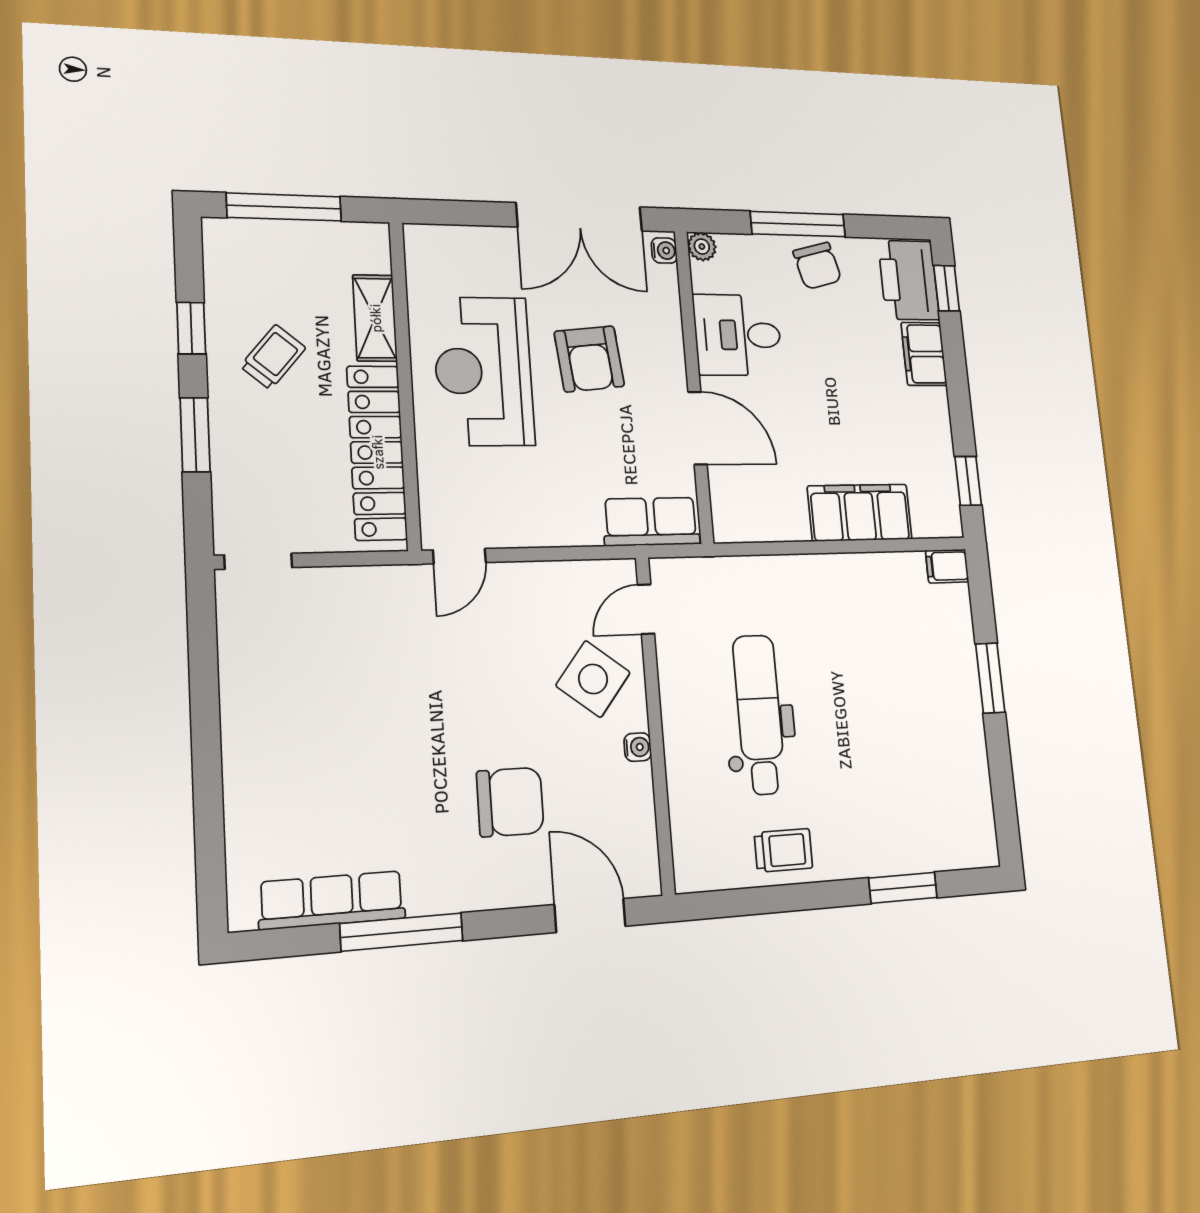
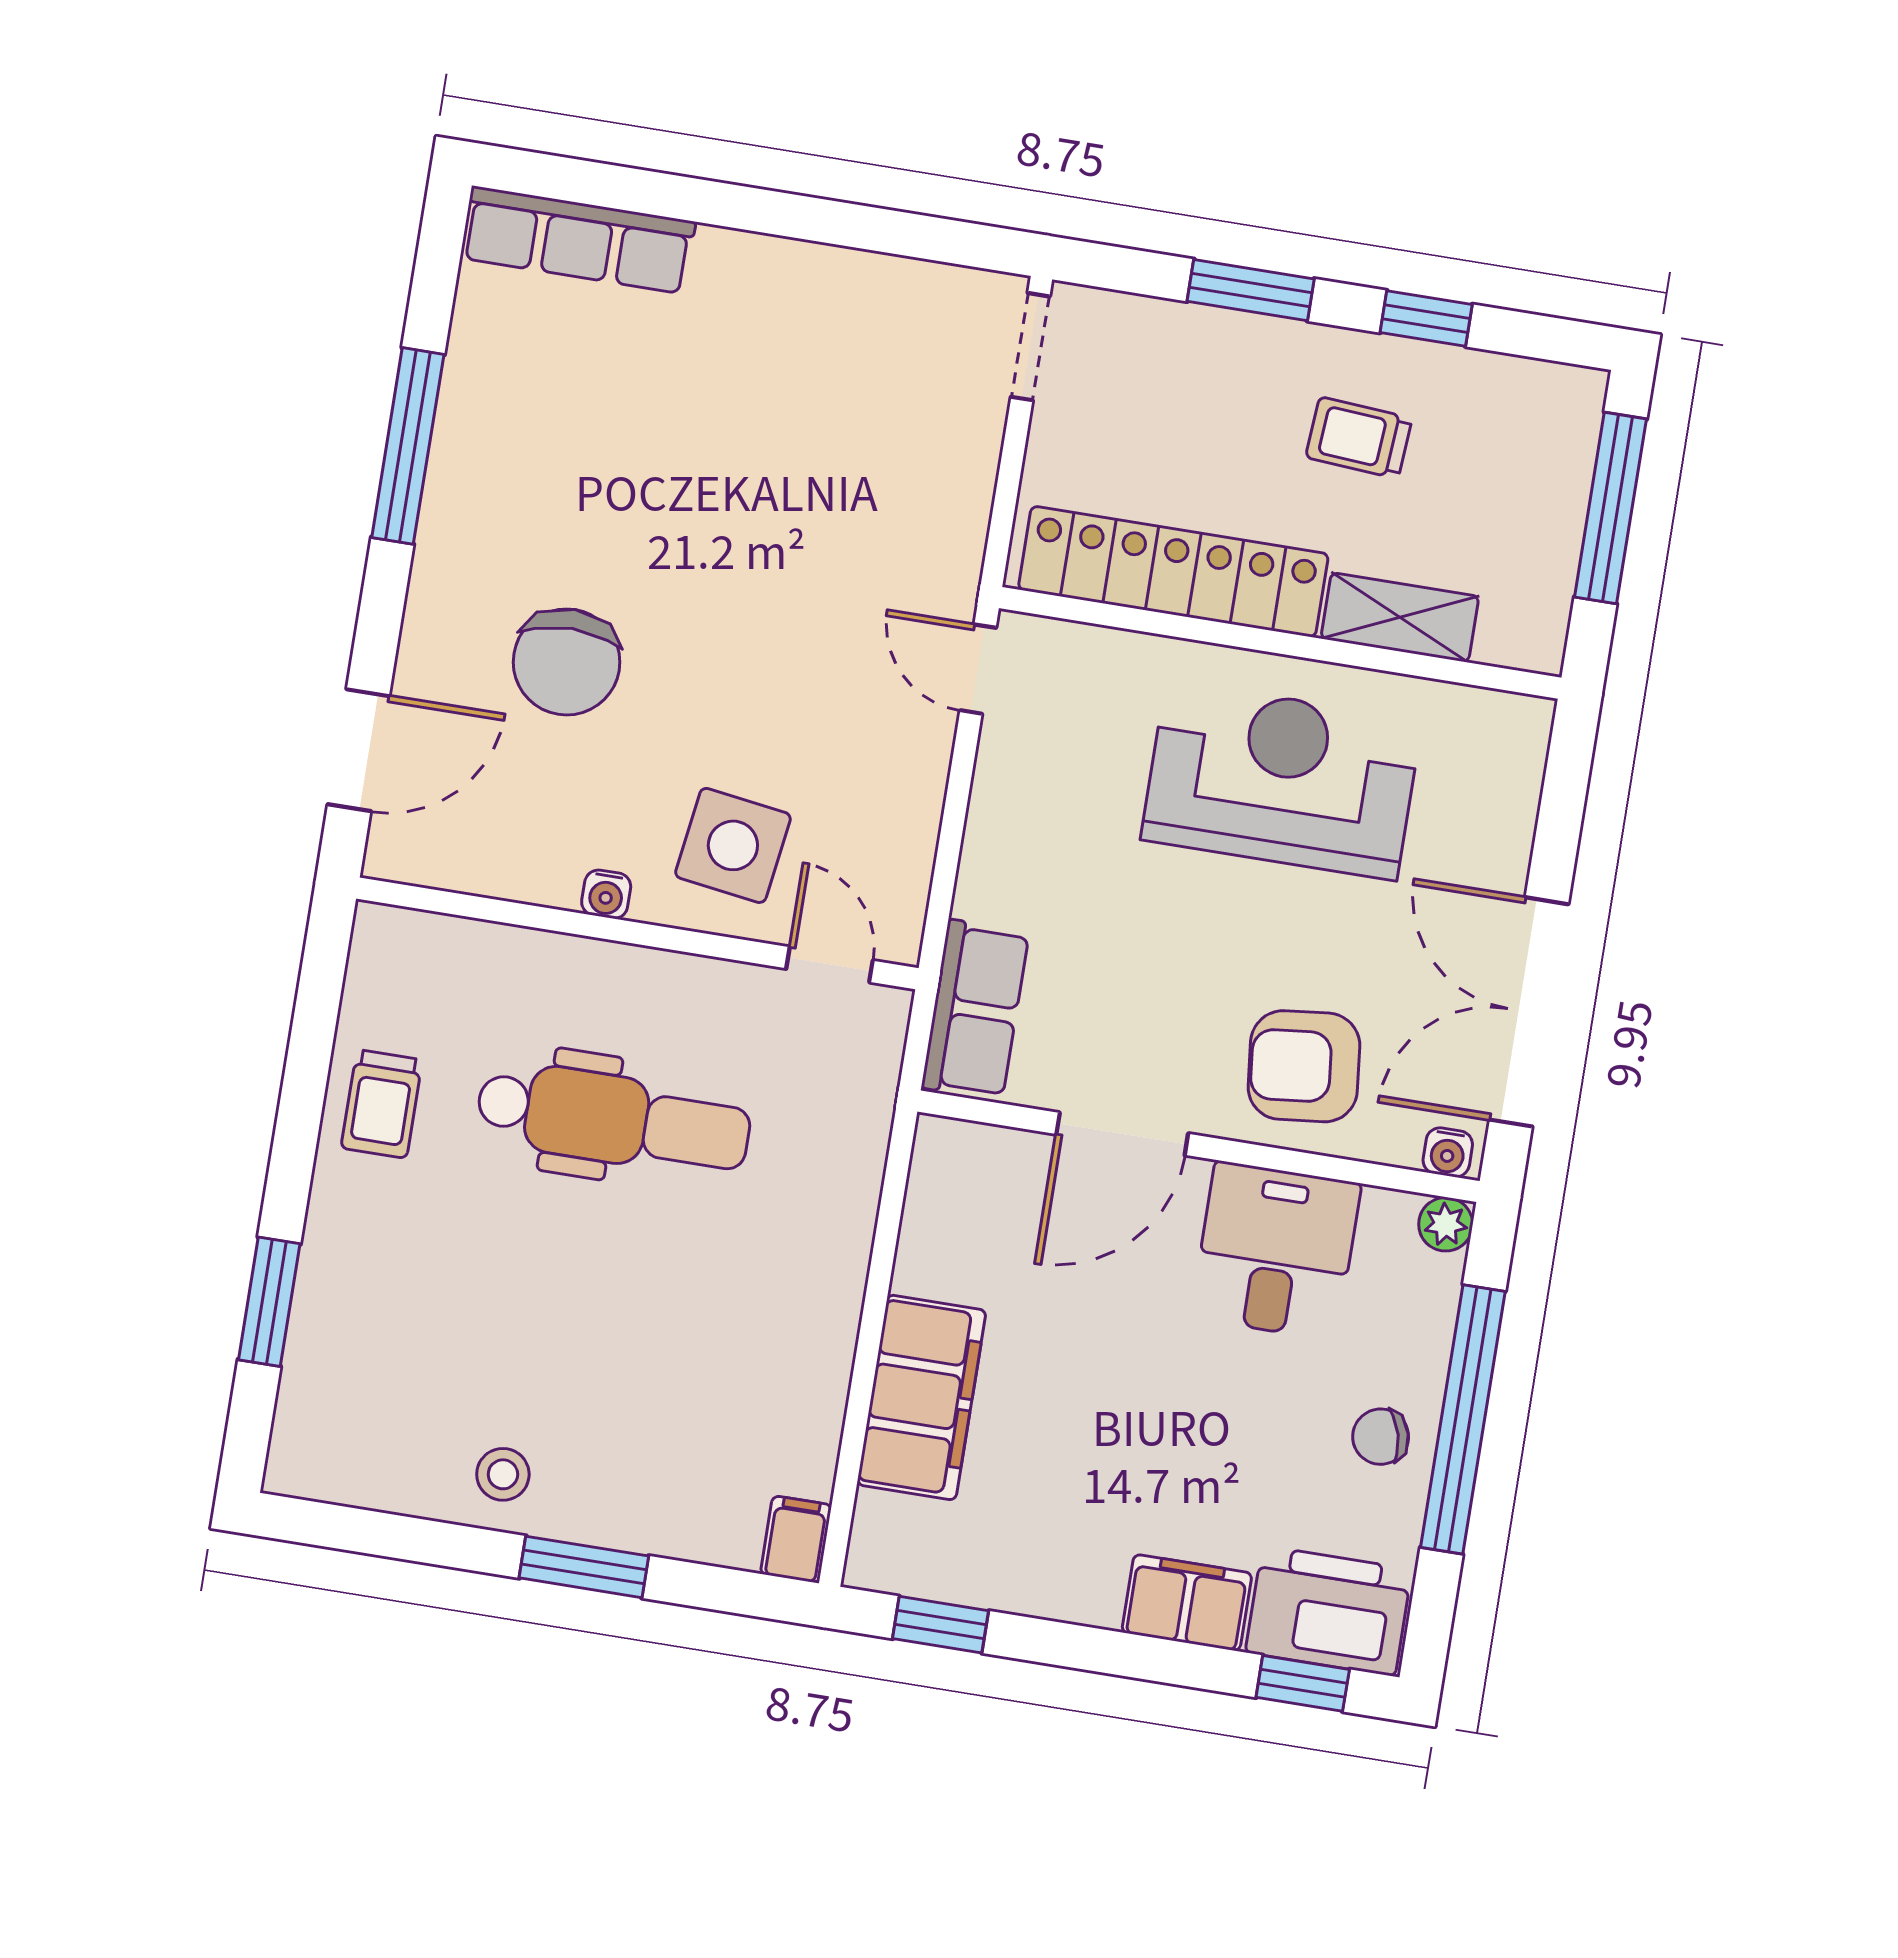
window: (798, 224) -> (1463, 1419), width x1.46
chair: (817, 266) -> (1381, 1437), width x0.73, depth x0.73
trolley: (273, 357) -> (1359, 438), turned 144
armchair: (589, 359) -> (1304, 1066), moved
side table: (593, 679) -> (733, 845), turned -30
stool: (956, 733) -> (503, 1474), added
row of seats: (332, 900) -> (578, 240), moved, turned 90

